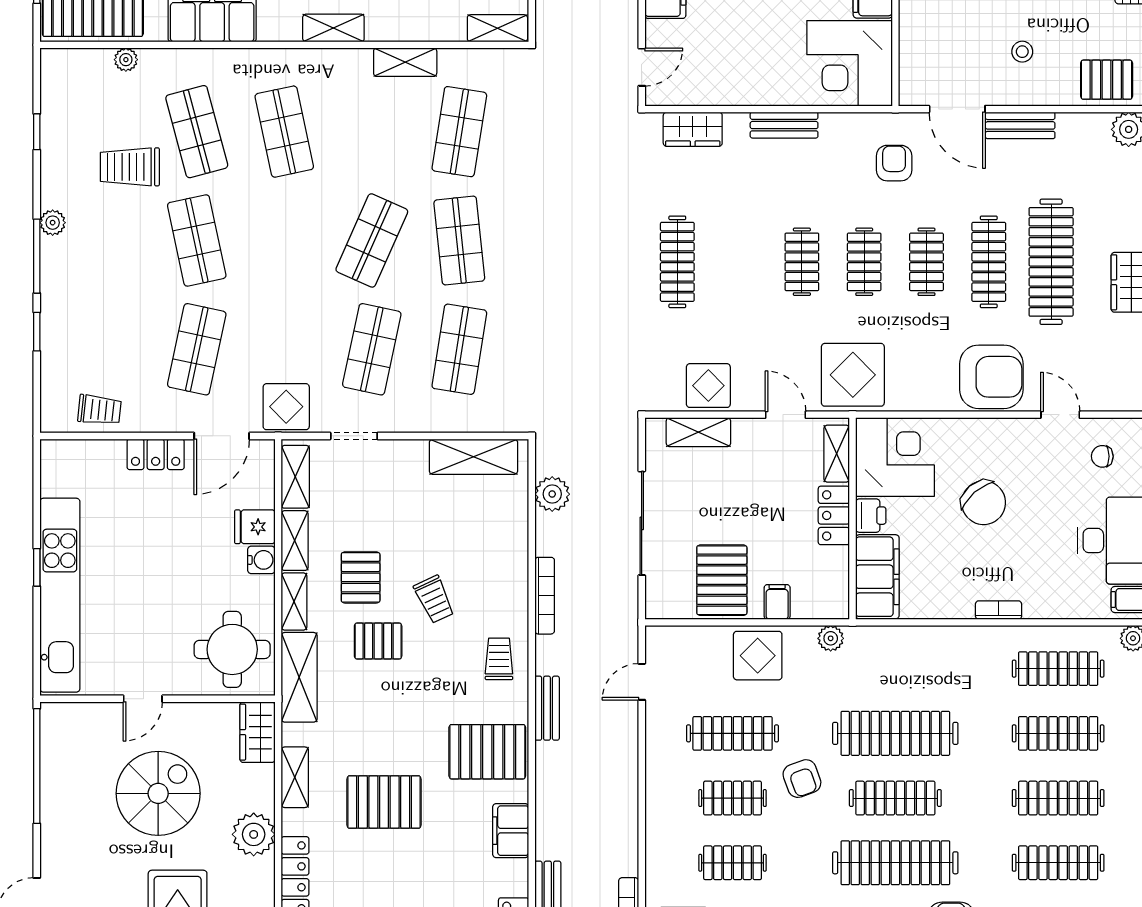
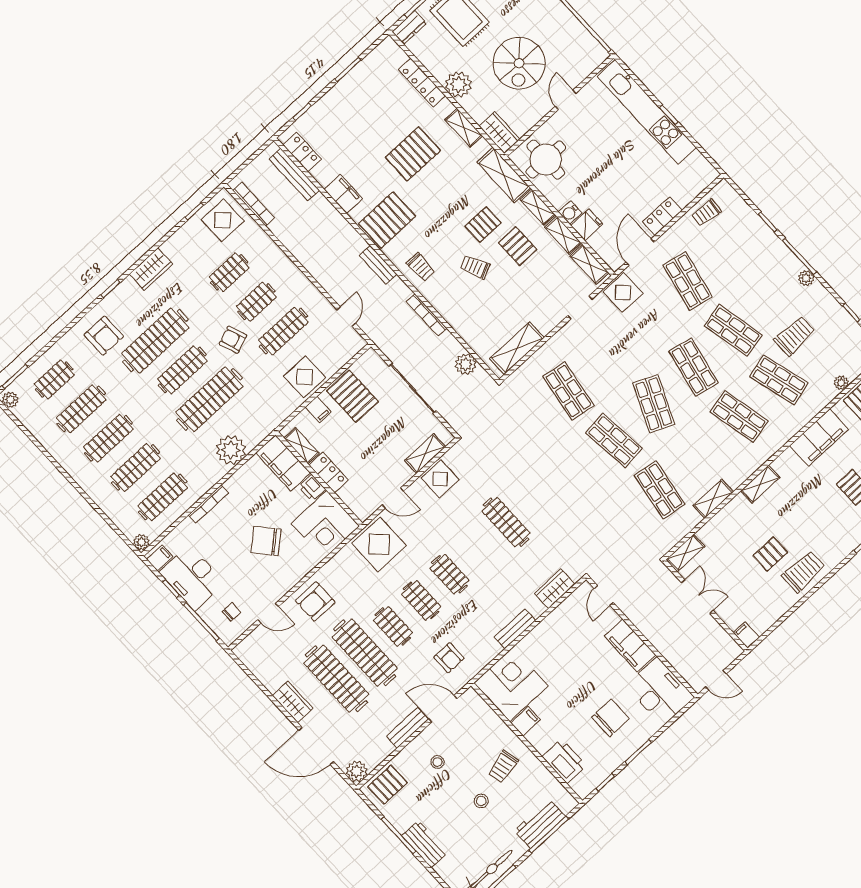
clothes rail: (989, 262) -> (365, 653), width x1.37, depth x1.31
shop shelf: (372, 349) -> (693, 367), moved
armchair: (991, 377) -> (315, 601), width x0.73, depth x0.73
shelving: (837, 454) -> (301, 446), moved
bookcase: (999, 610) -> (208, 504), width x1.56
plant: (831, 638) -> (231, 450), moved, width x1.88, depth x1.88

